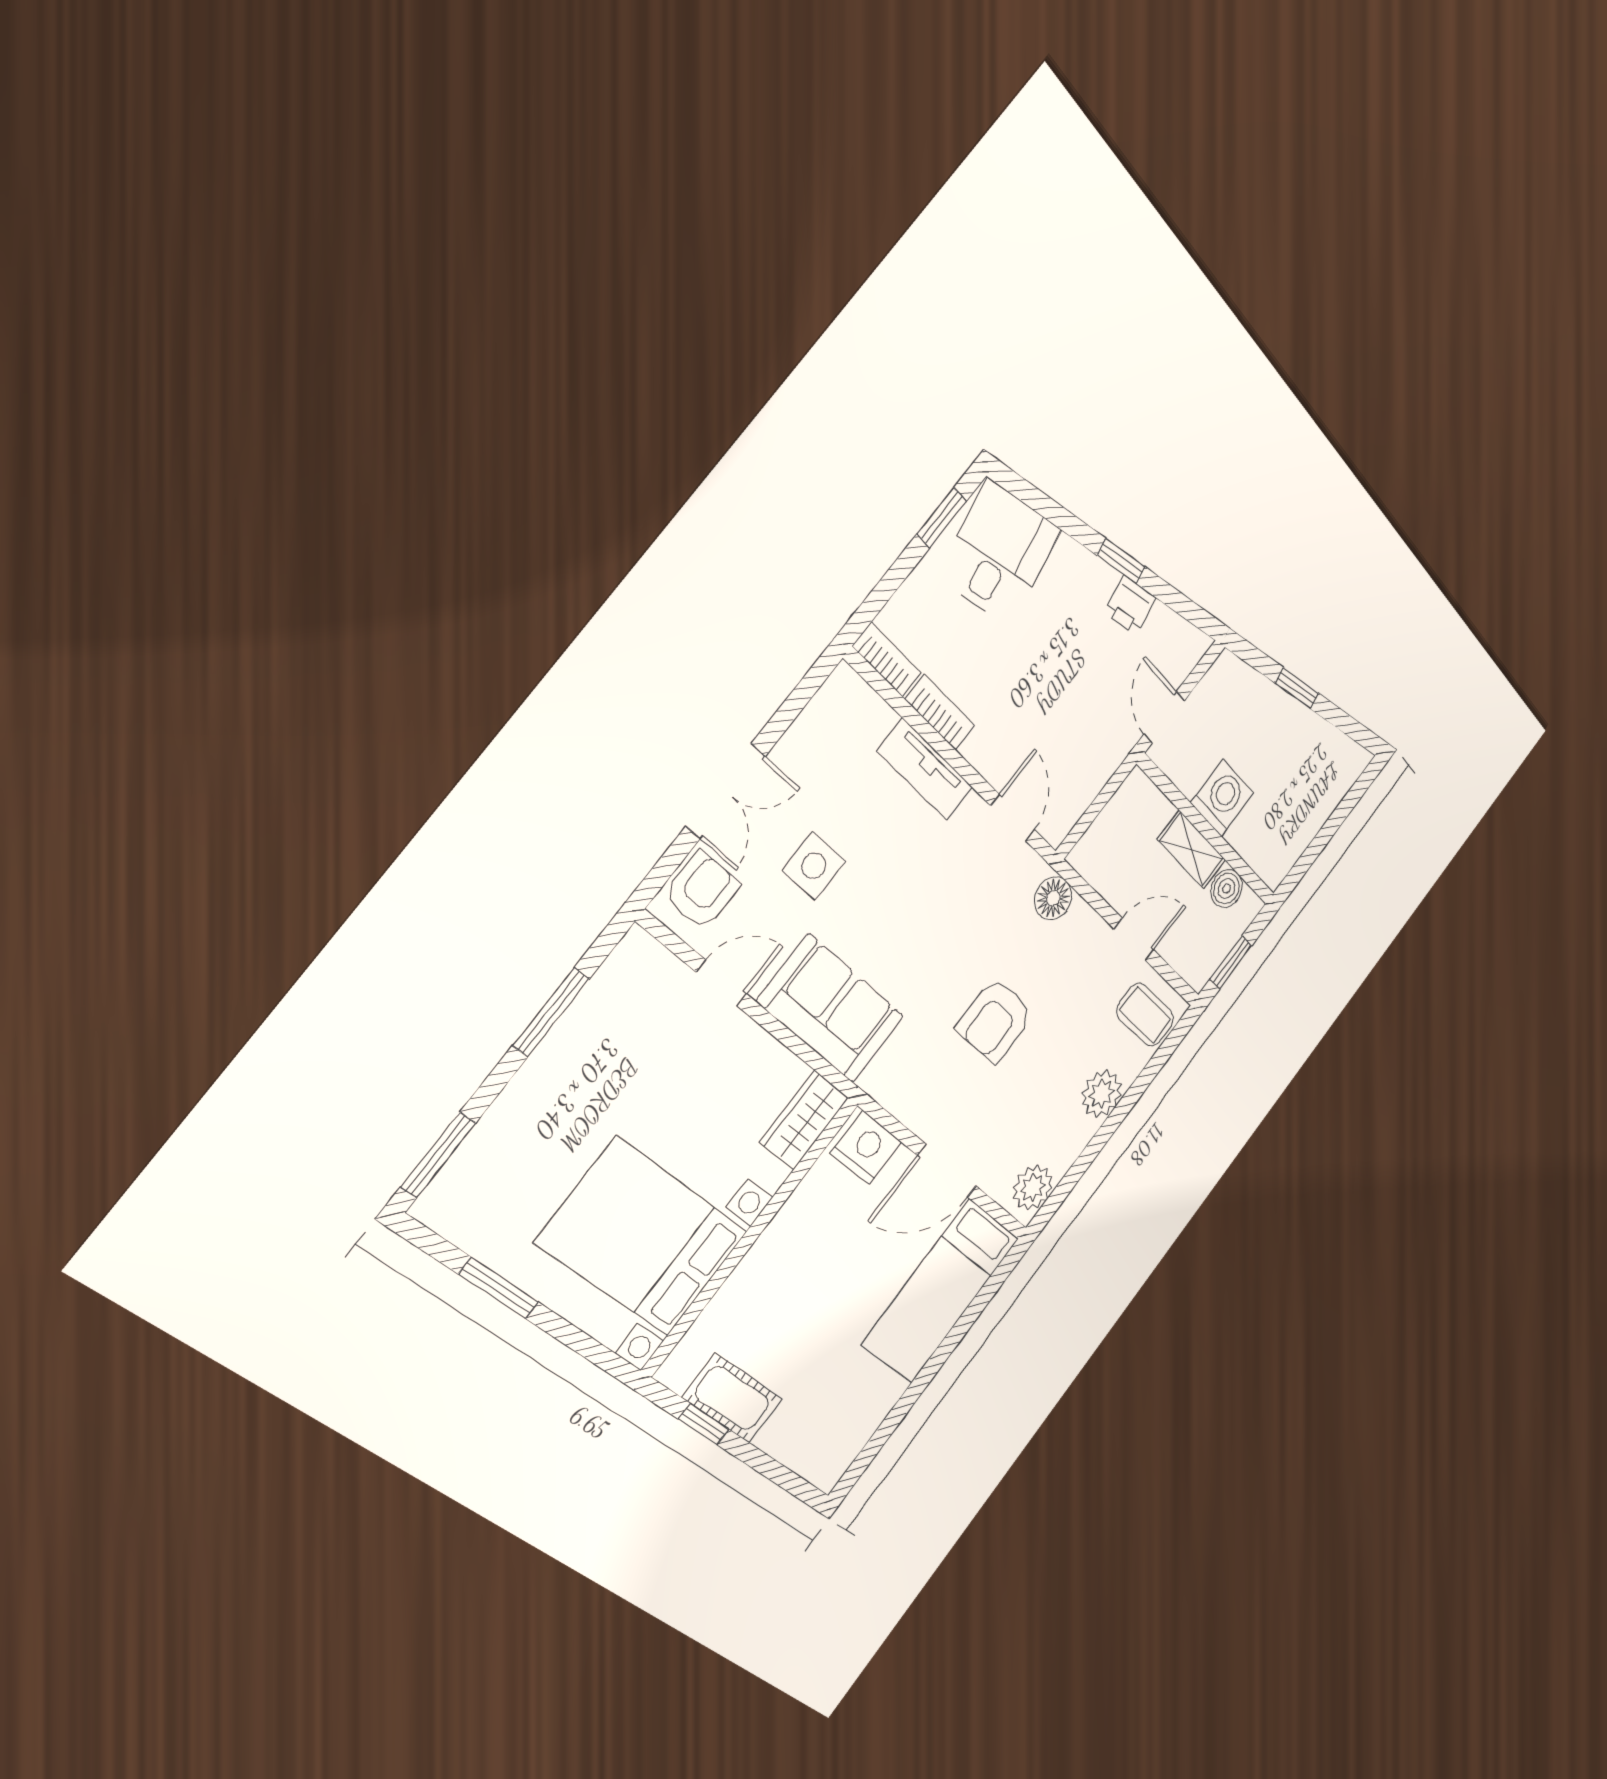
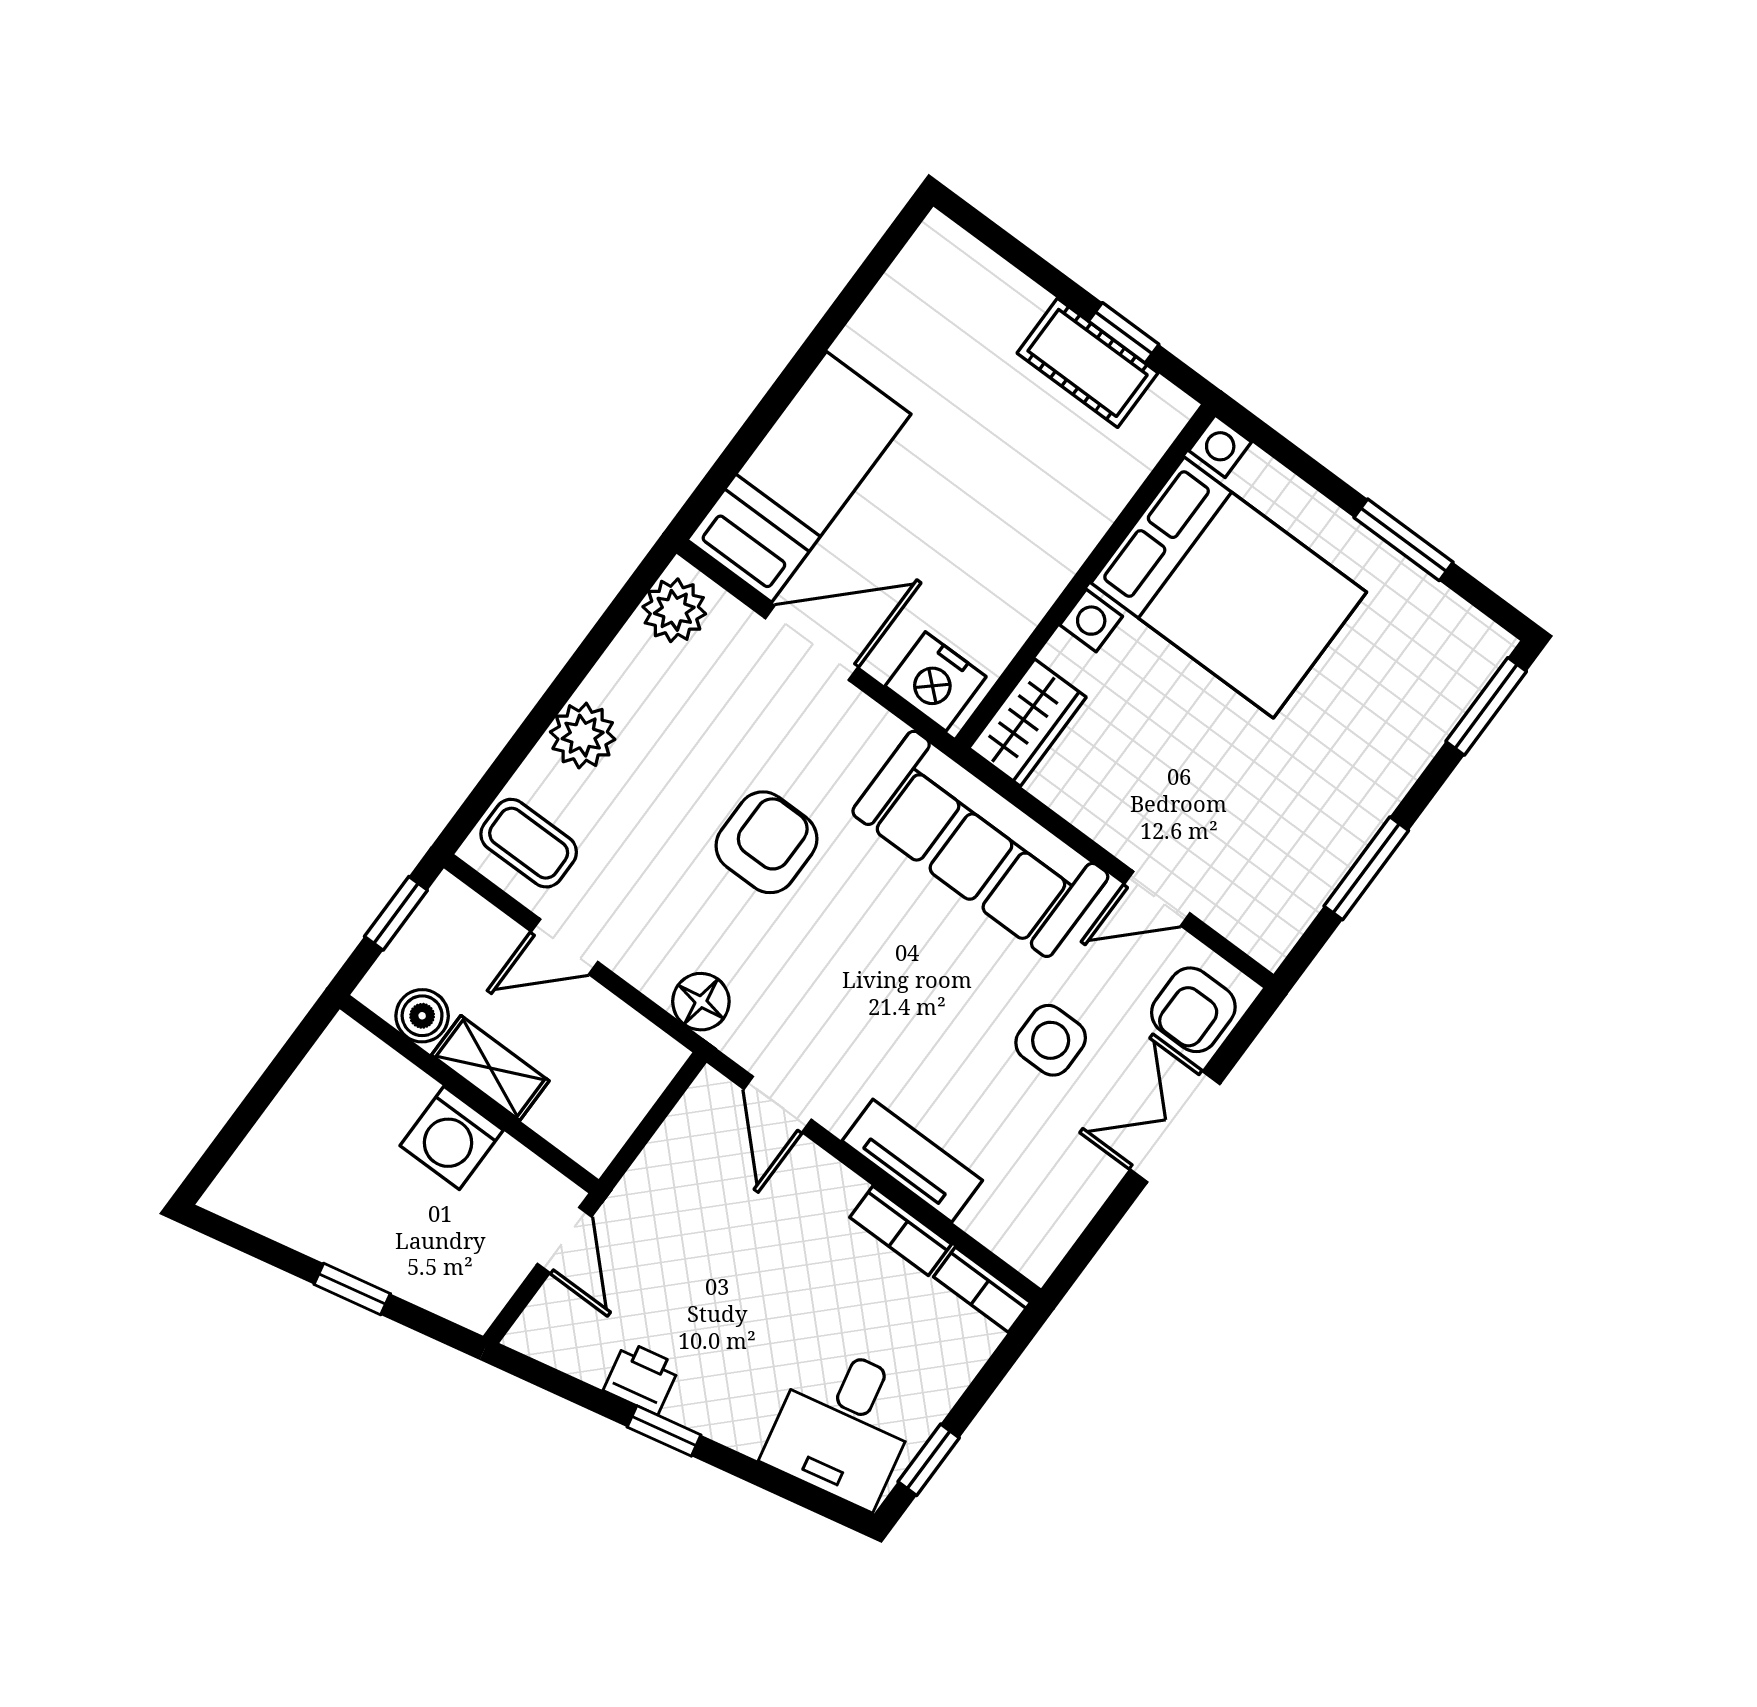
sofa: (831, 1009) -> (980, 844), width x1.36

